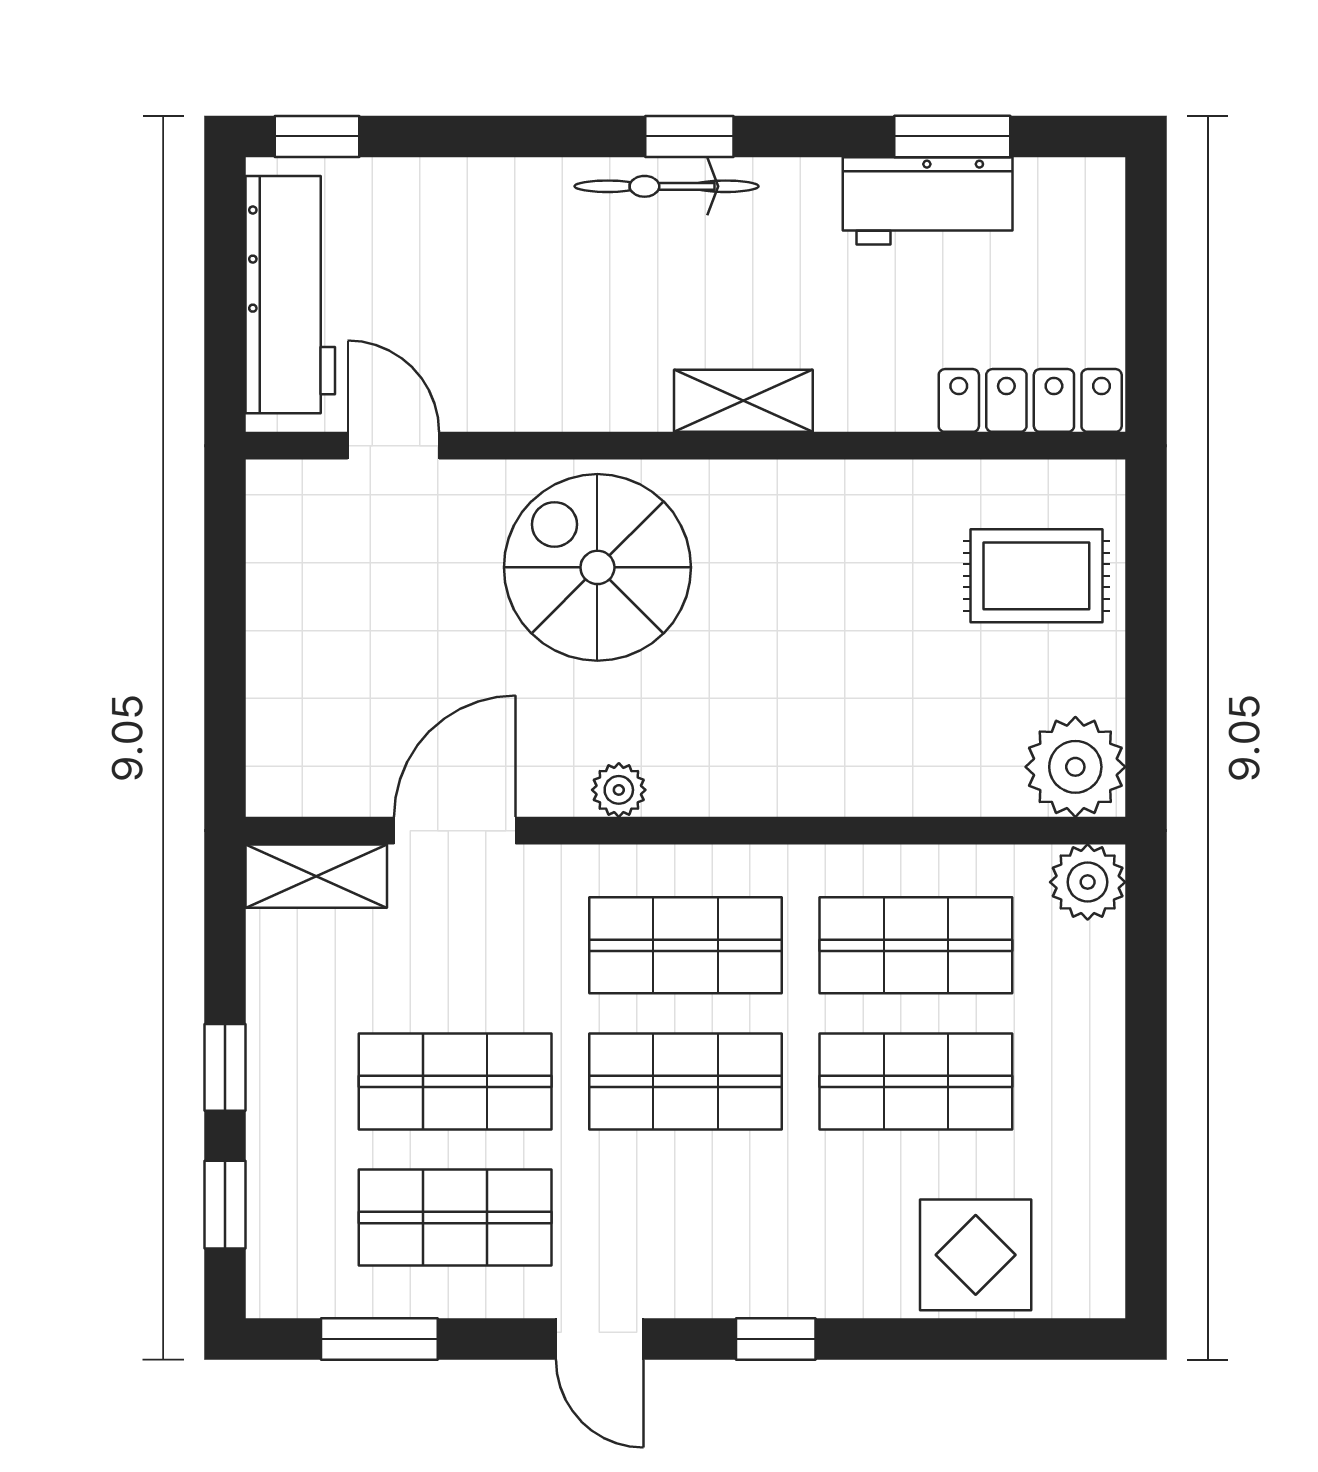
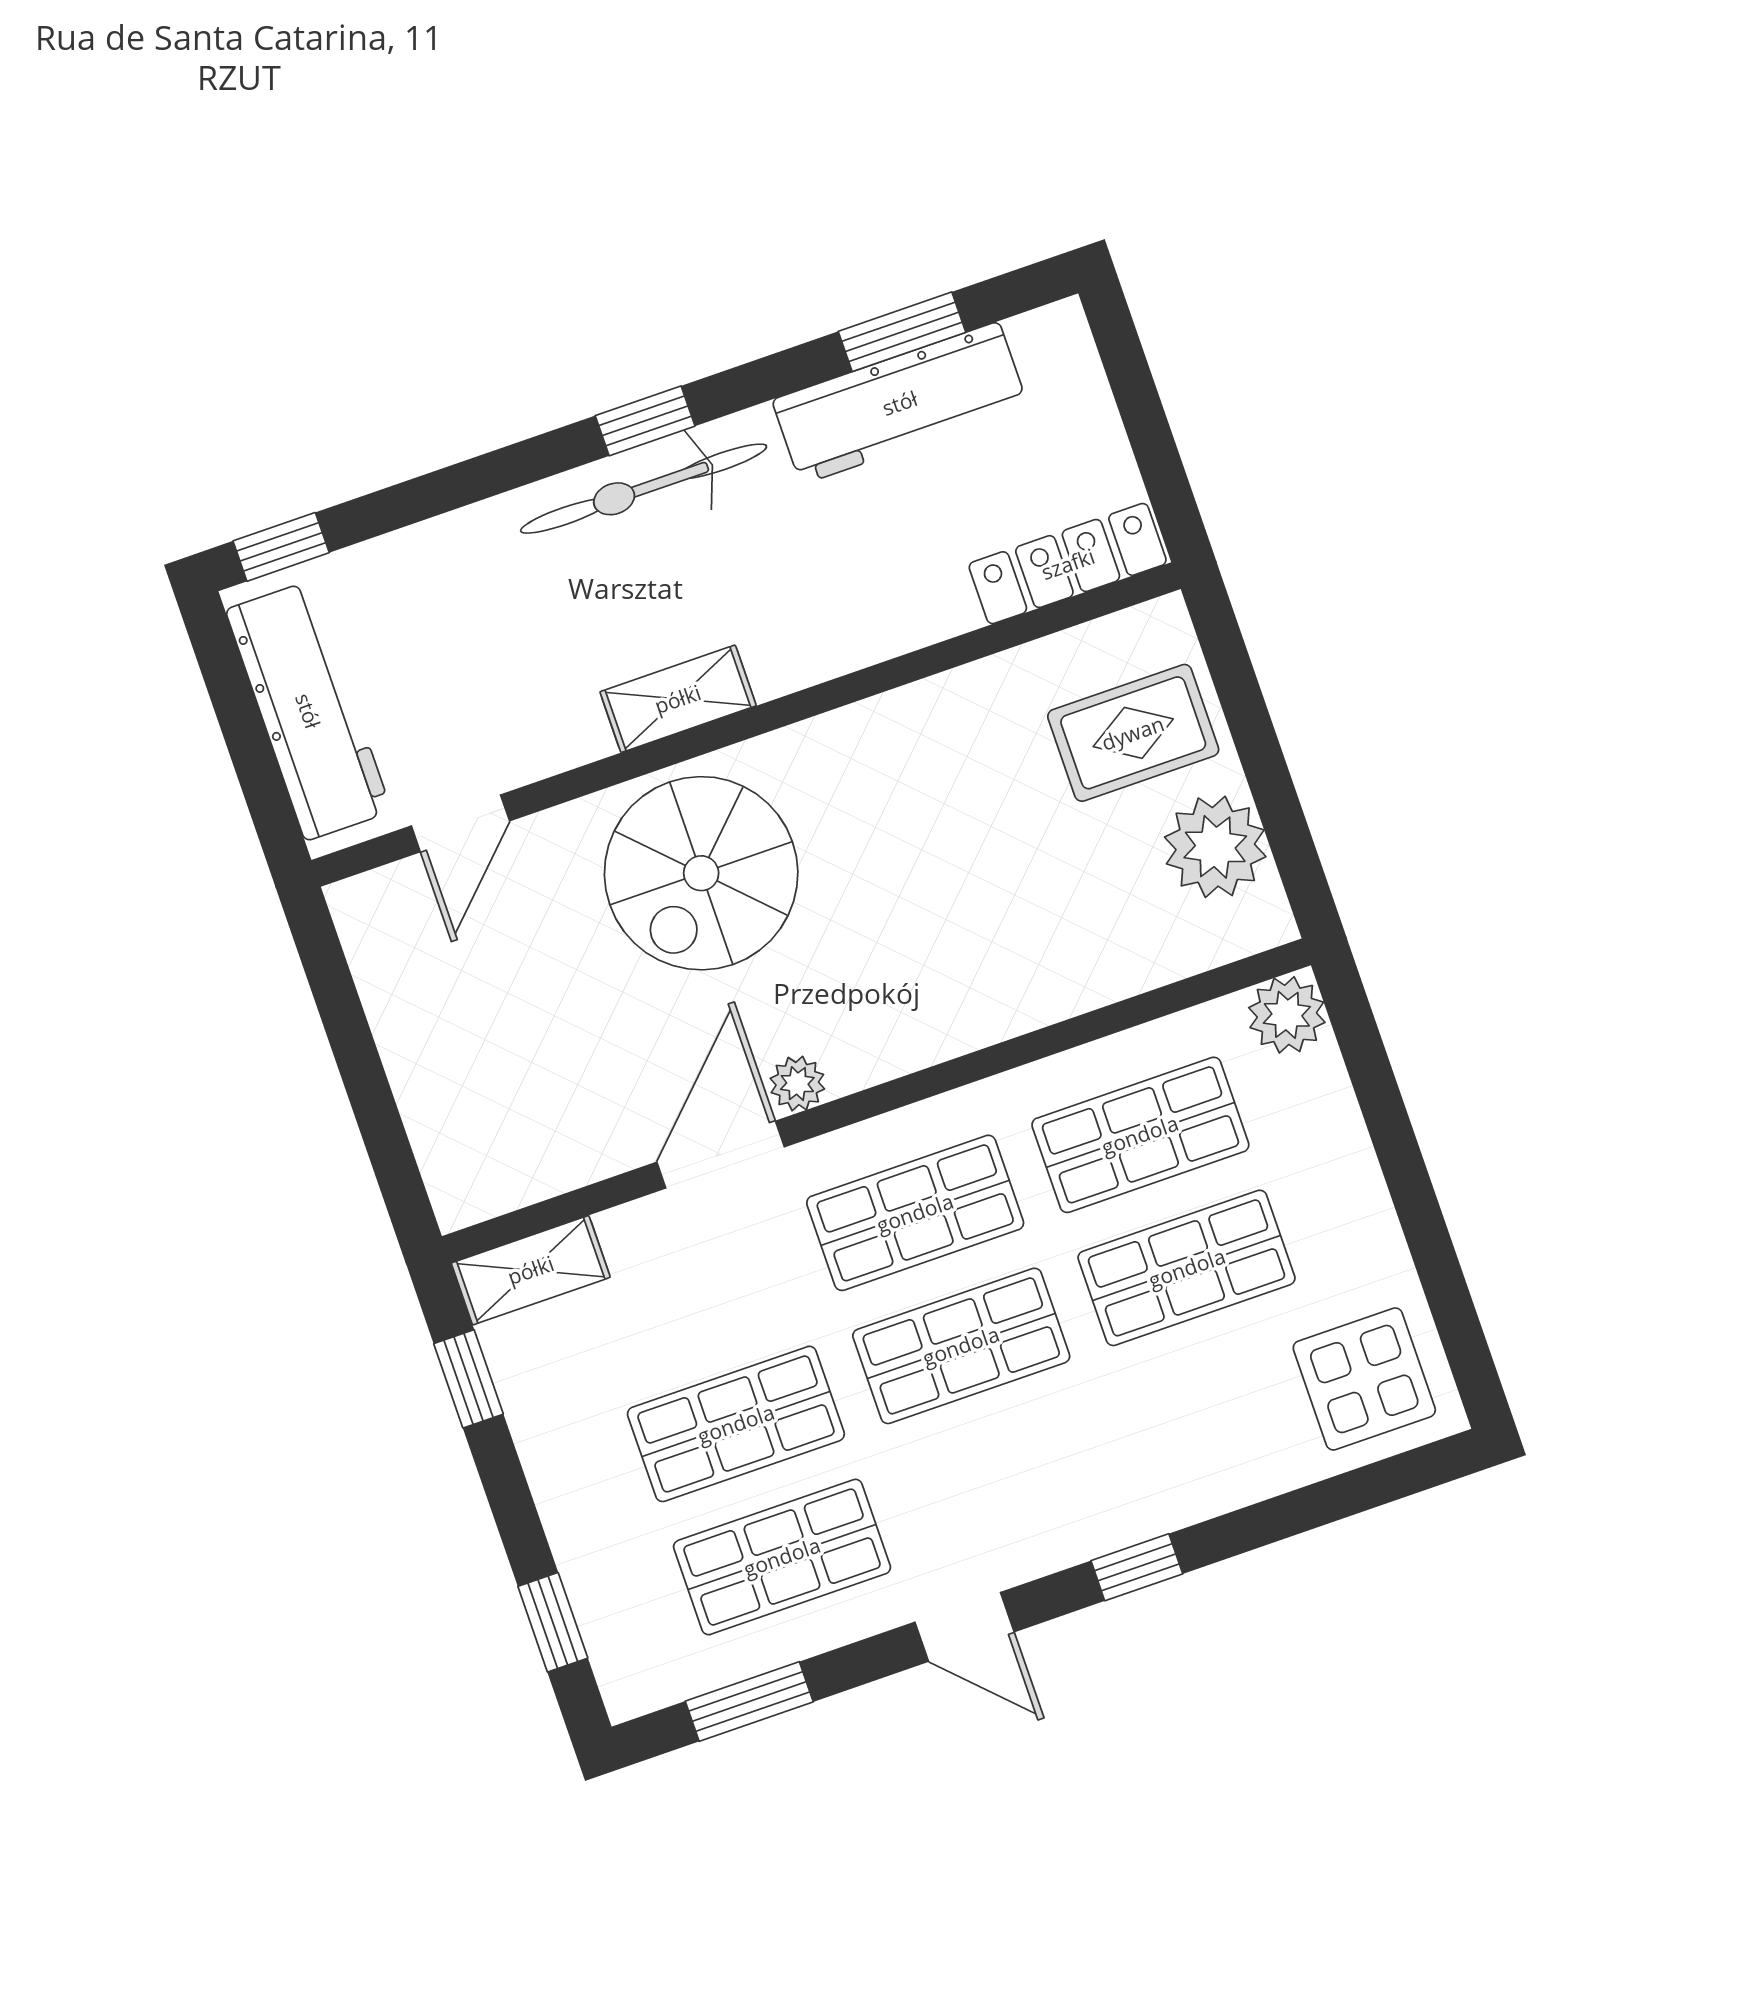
bicycle: (667, 186) -> (644, 489), width x1.37, depth x1.40
workbench: (928, 201) -> (900, 403), width x1.38
shelving: (743, 401) -> (678, 699), moved
door: (393, 446) -> (460, 823), swing flipped
spiral stairs: (597, 567) -> (701, 873), turned -90
plant: (1075, 767) -> (1215, 847), moved
door: (455, 831) -> (721, 1155), moved
window: (225, 1067) -> (468, 1379), moved
display table: (976, 1255) -> (1364, 1379), moved

